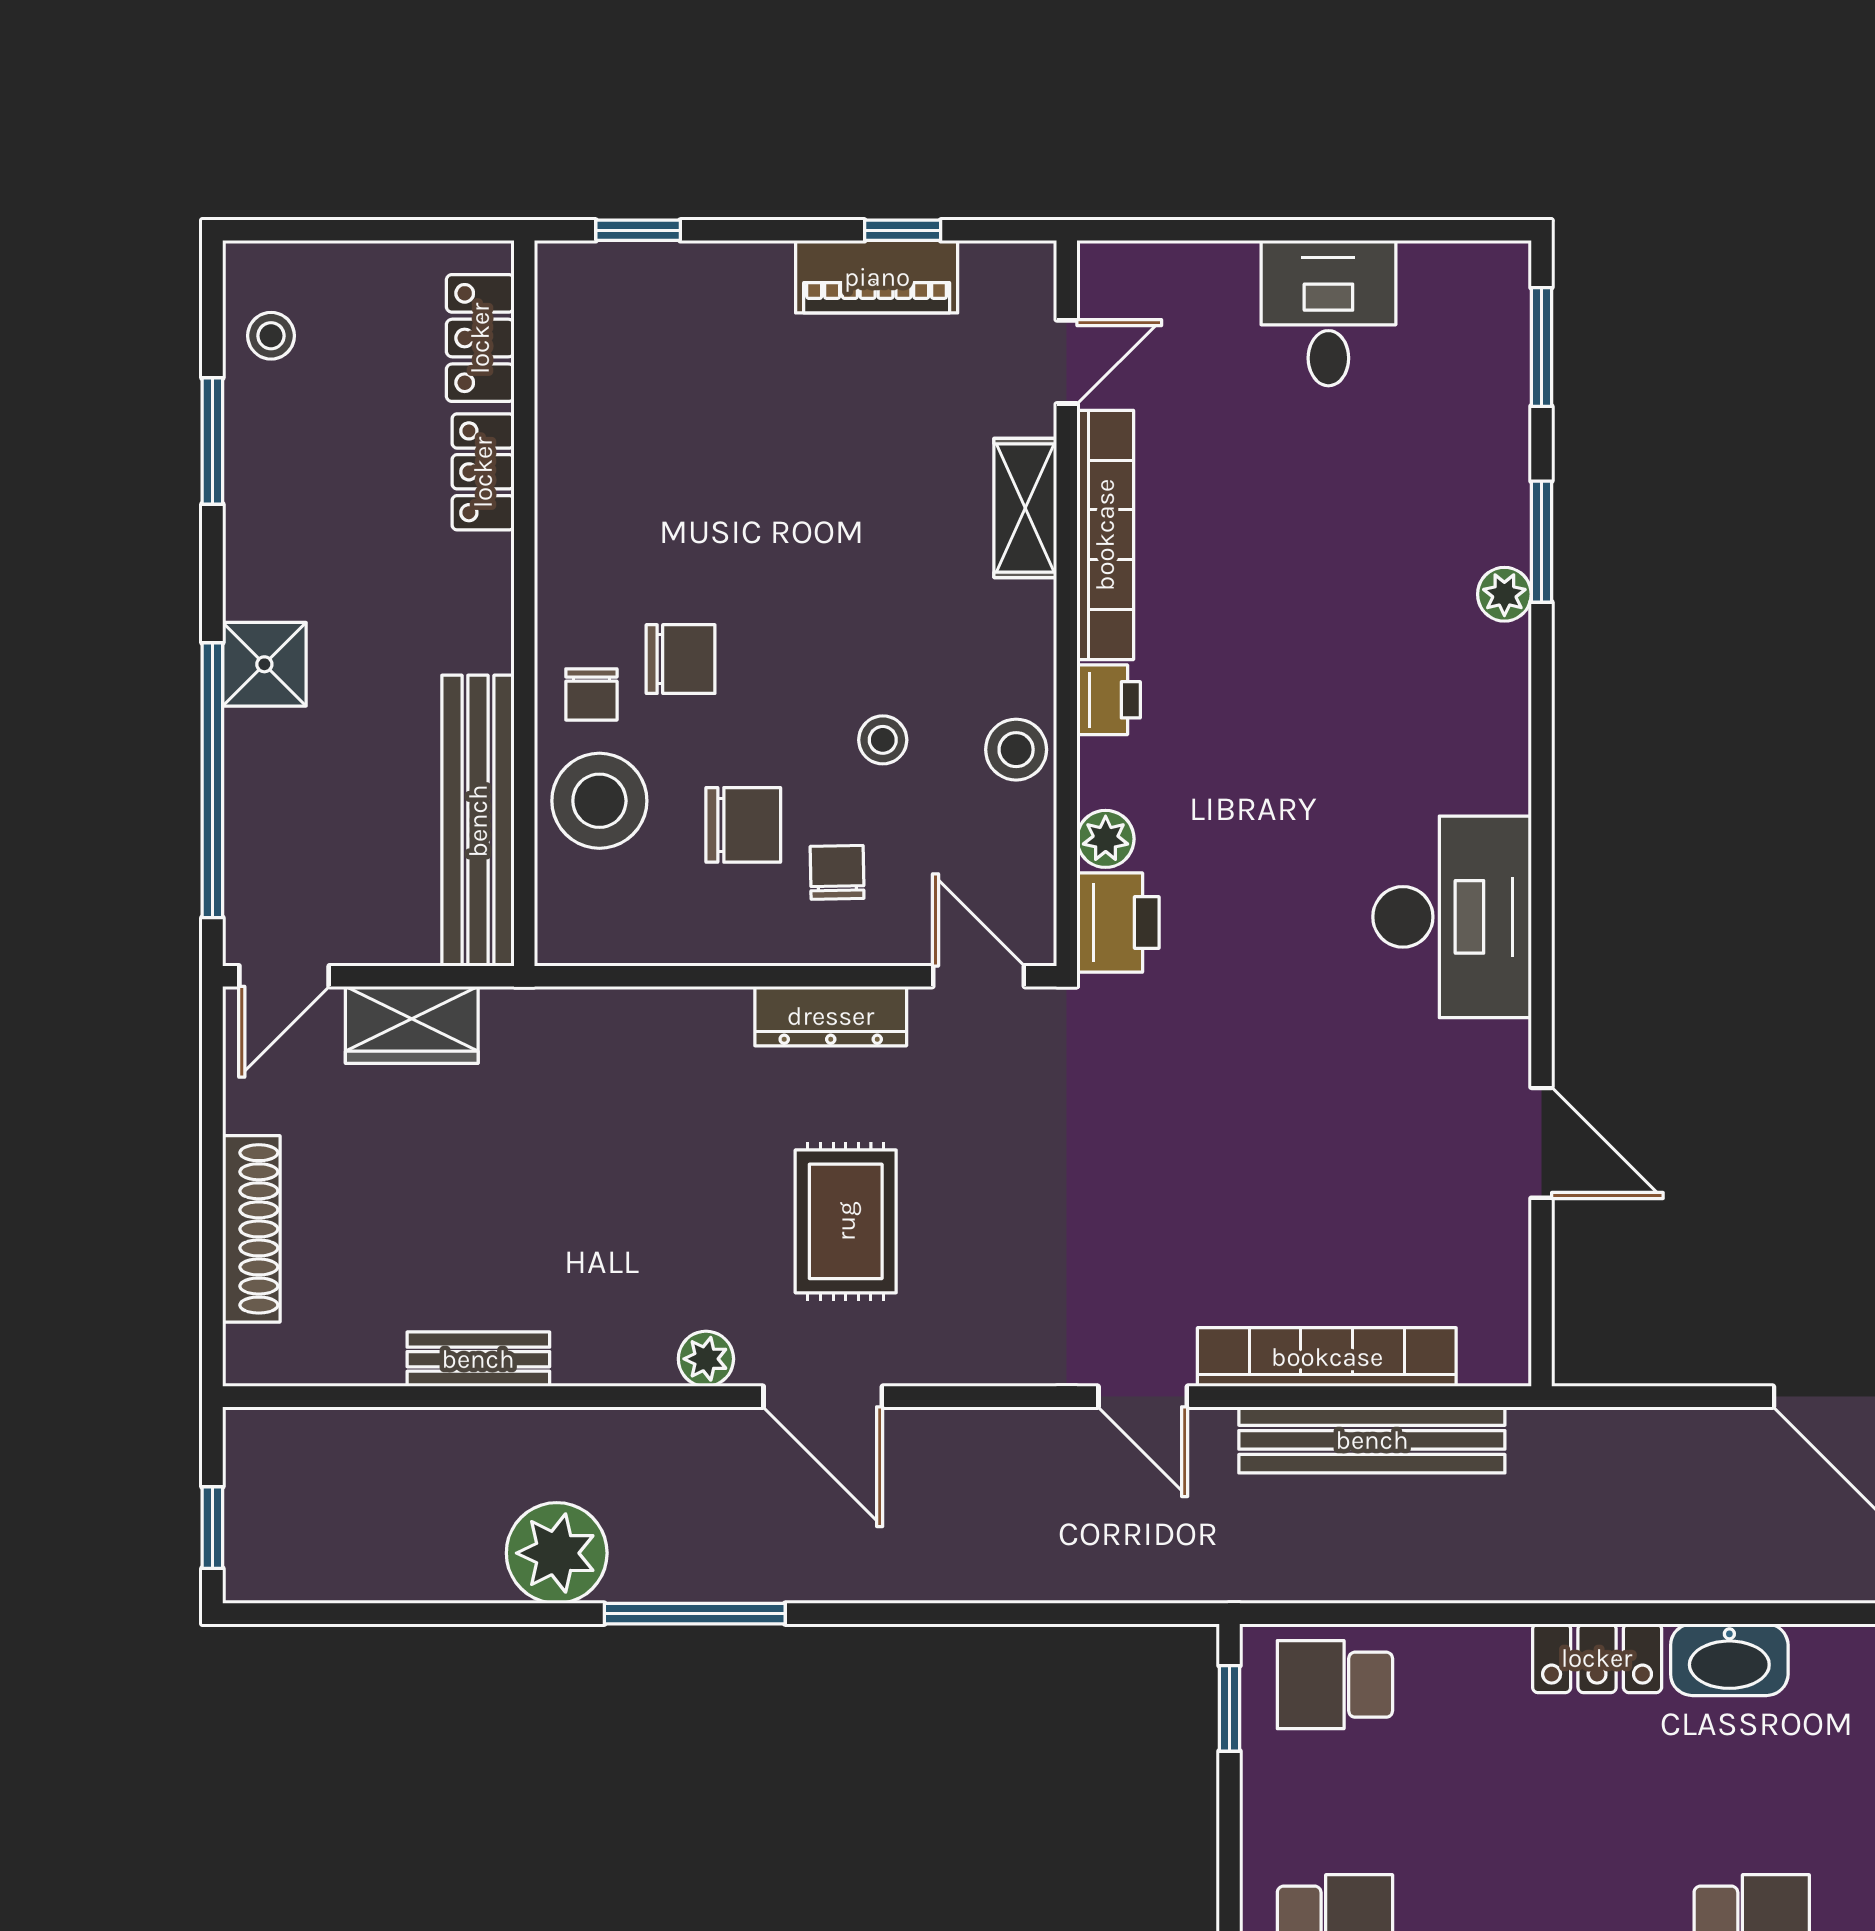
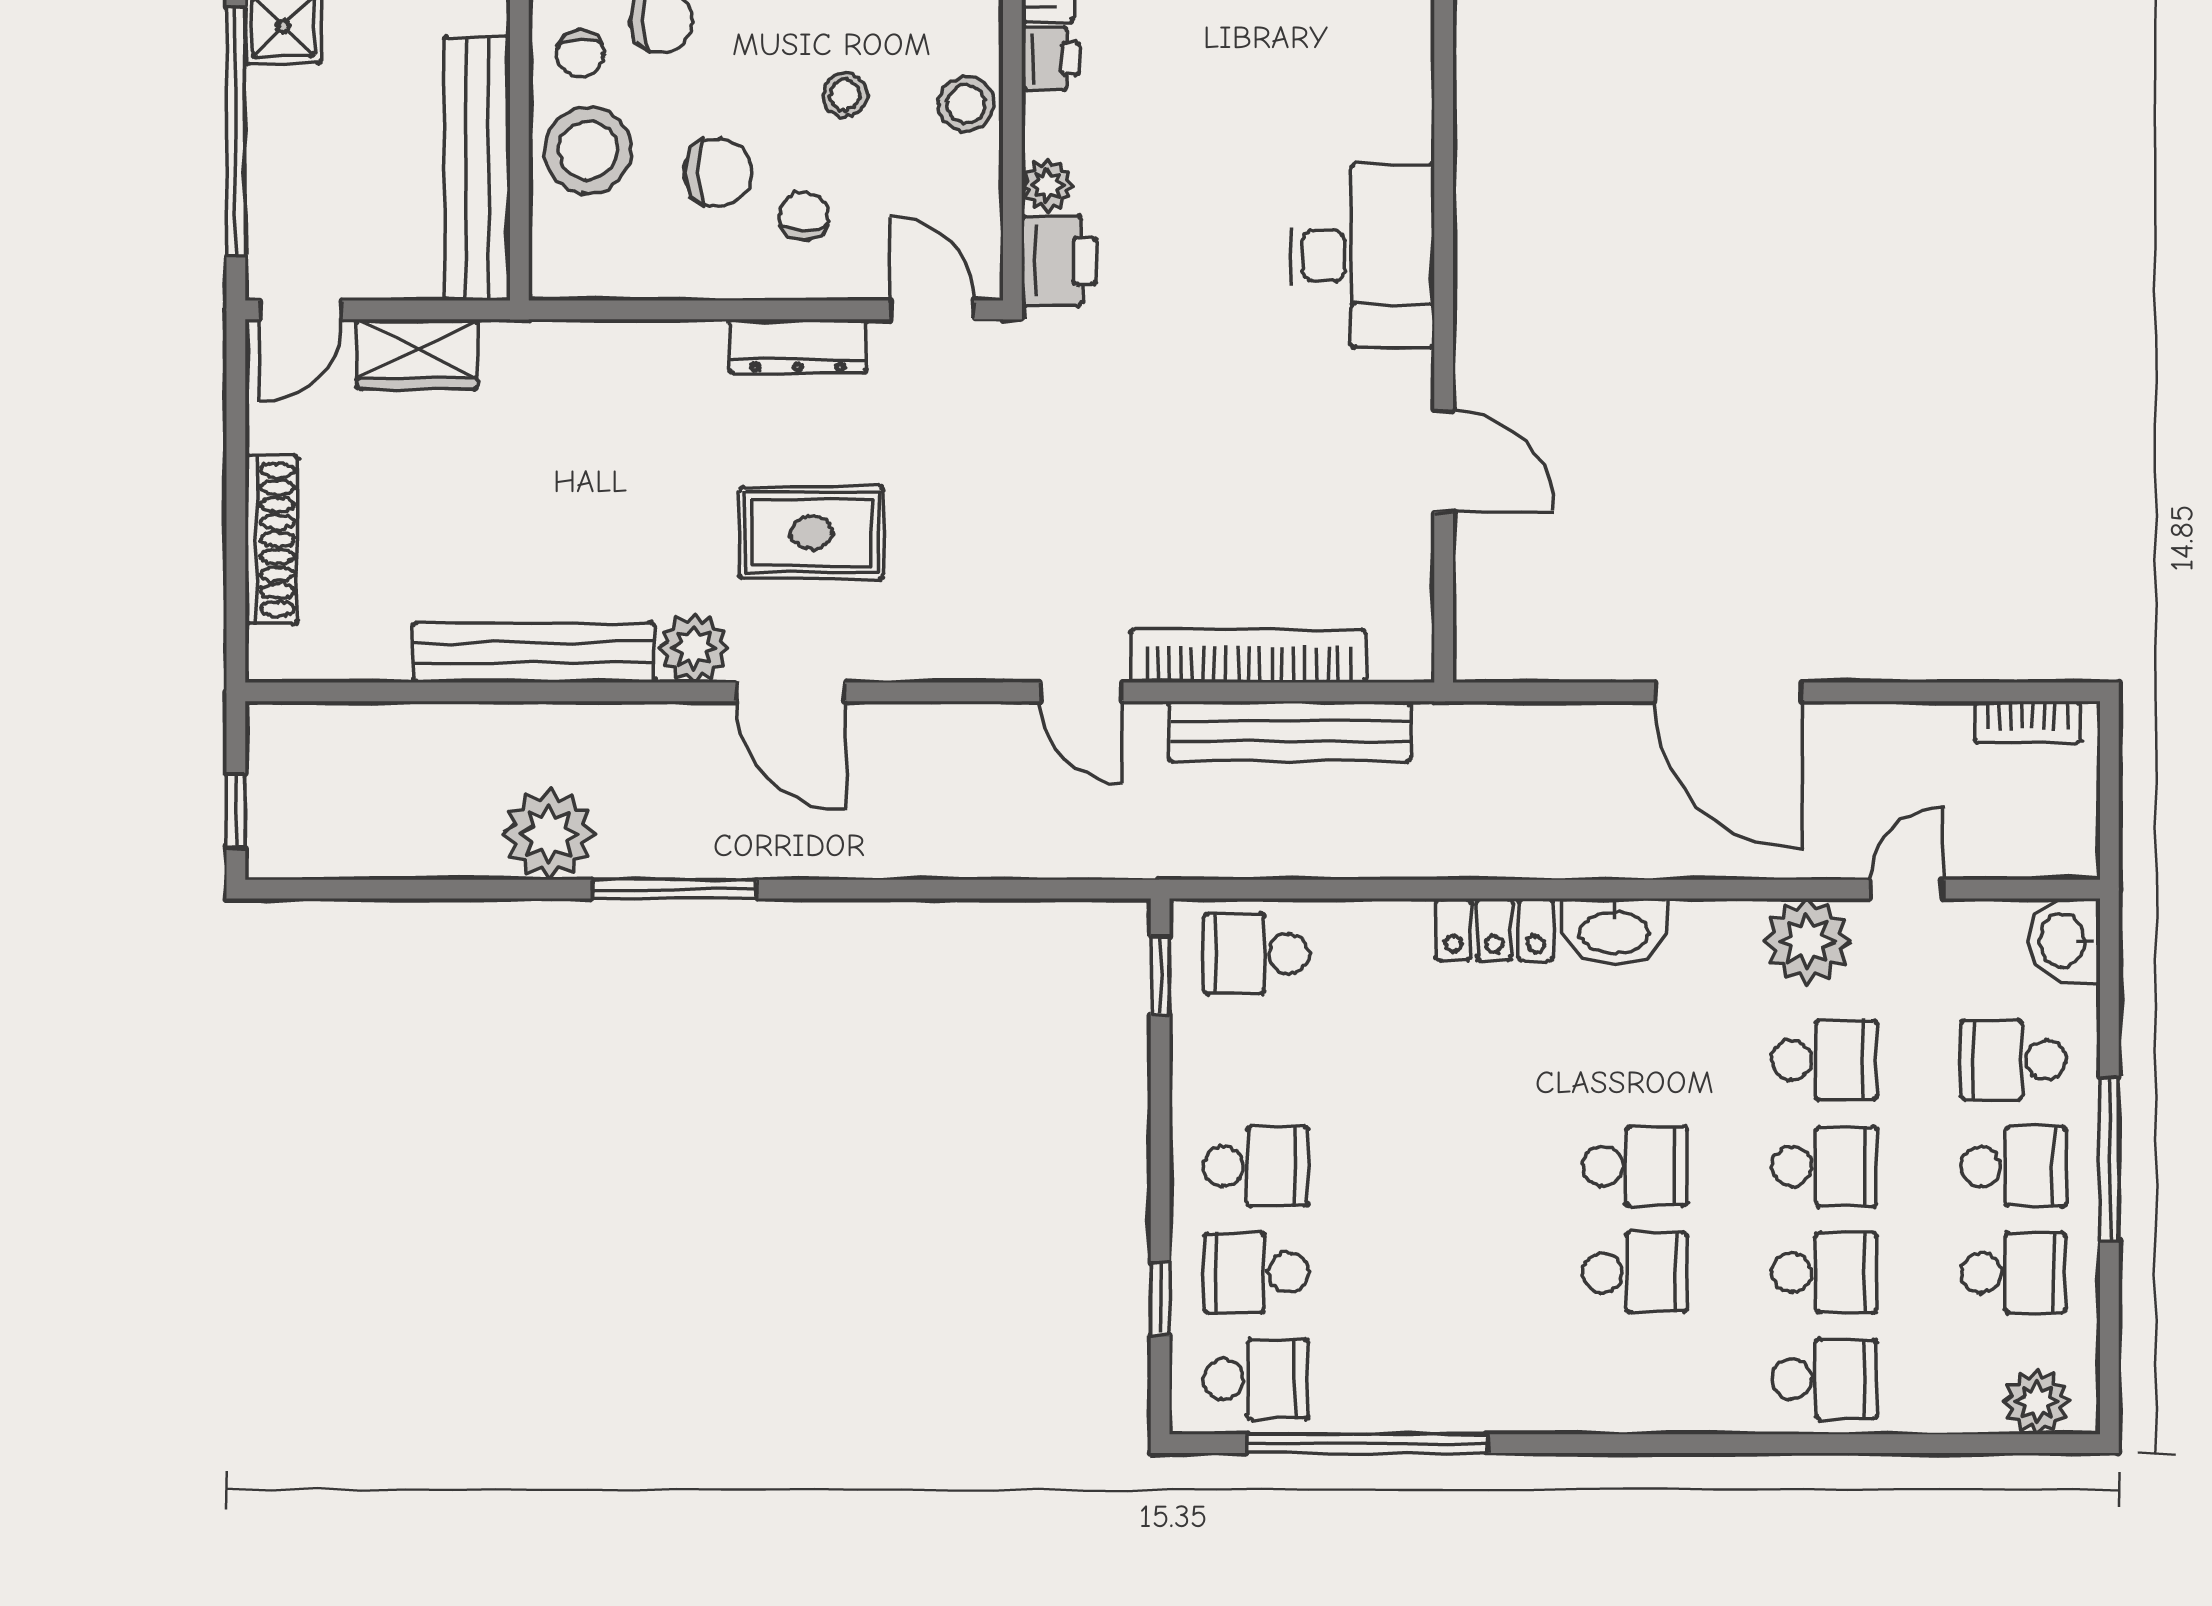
rug: (846, 1221) -> (811, 533), turned 90
bench: (478, 1359) -> (534, 653), width x1.86, depth x1.21
plant: (706, 1359) -> (694, 648), width x1.38, depth x1.38

